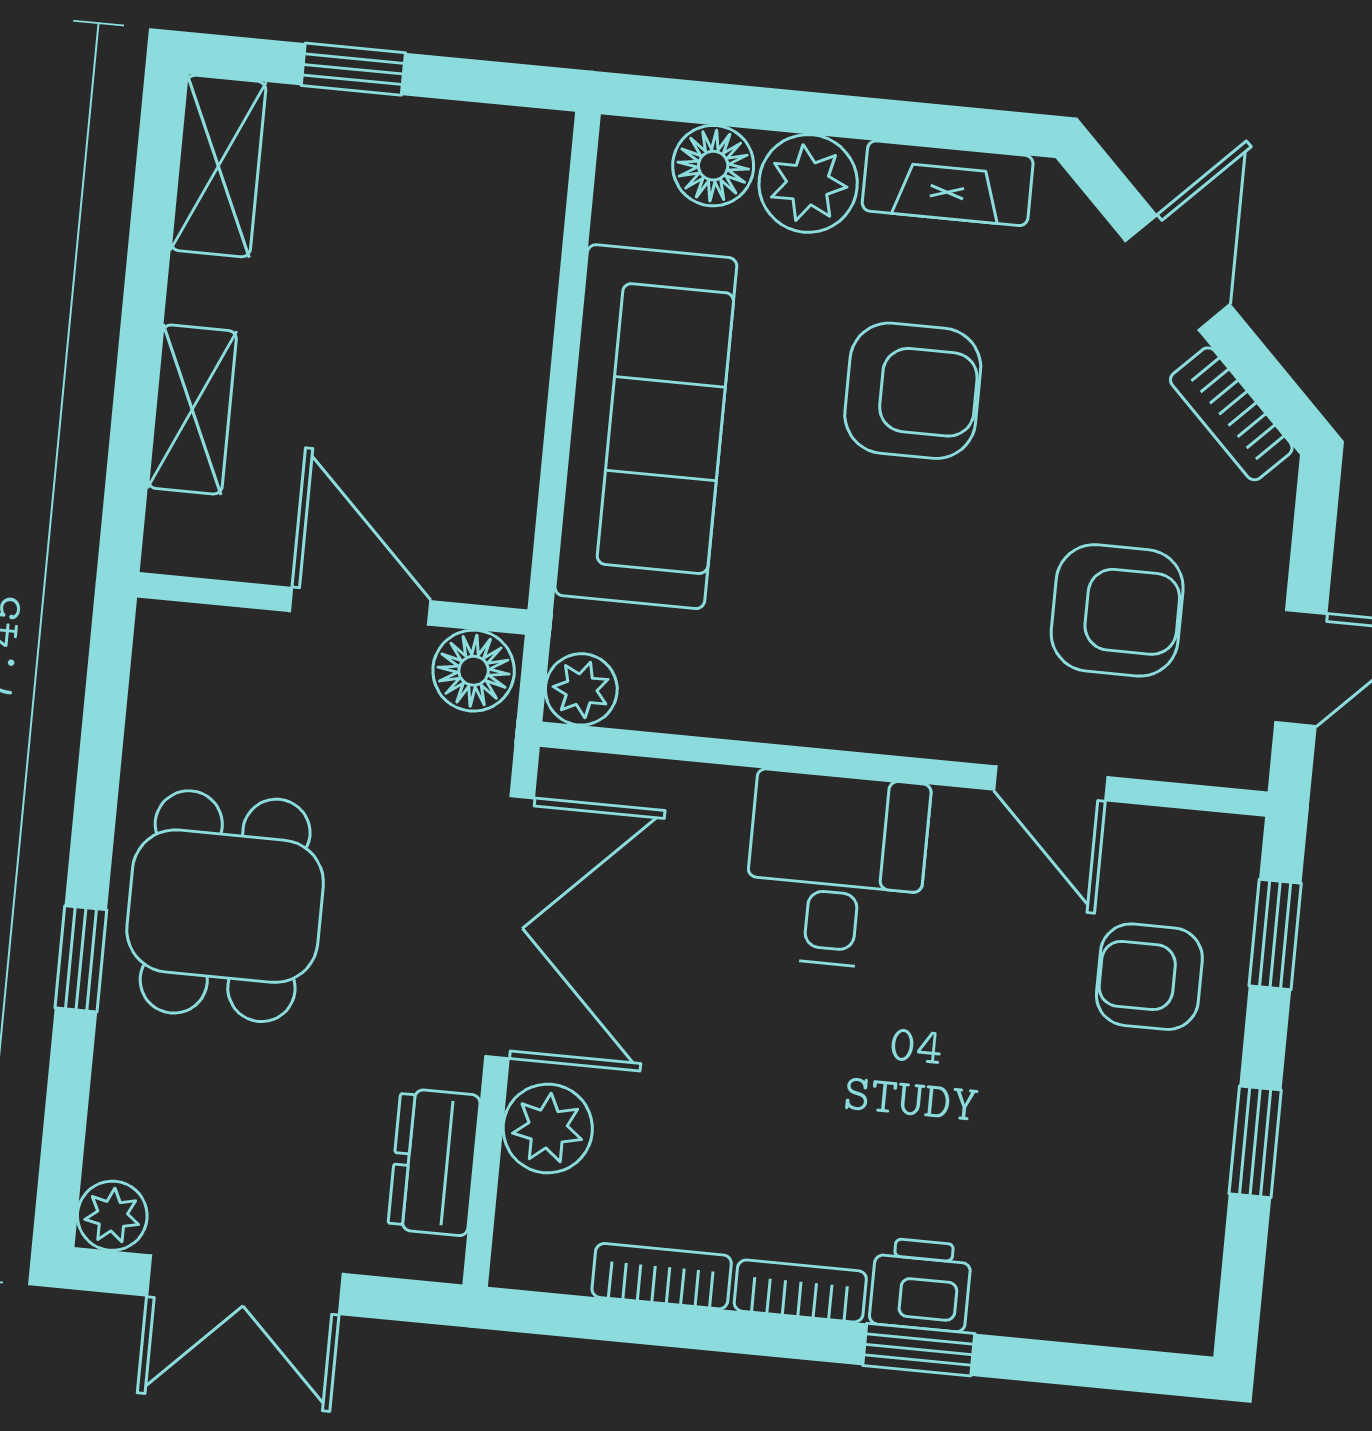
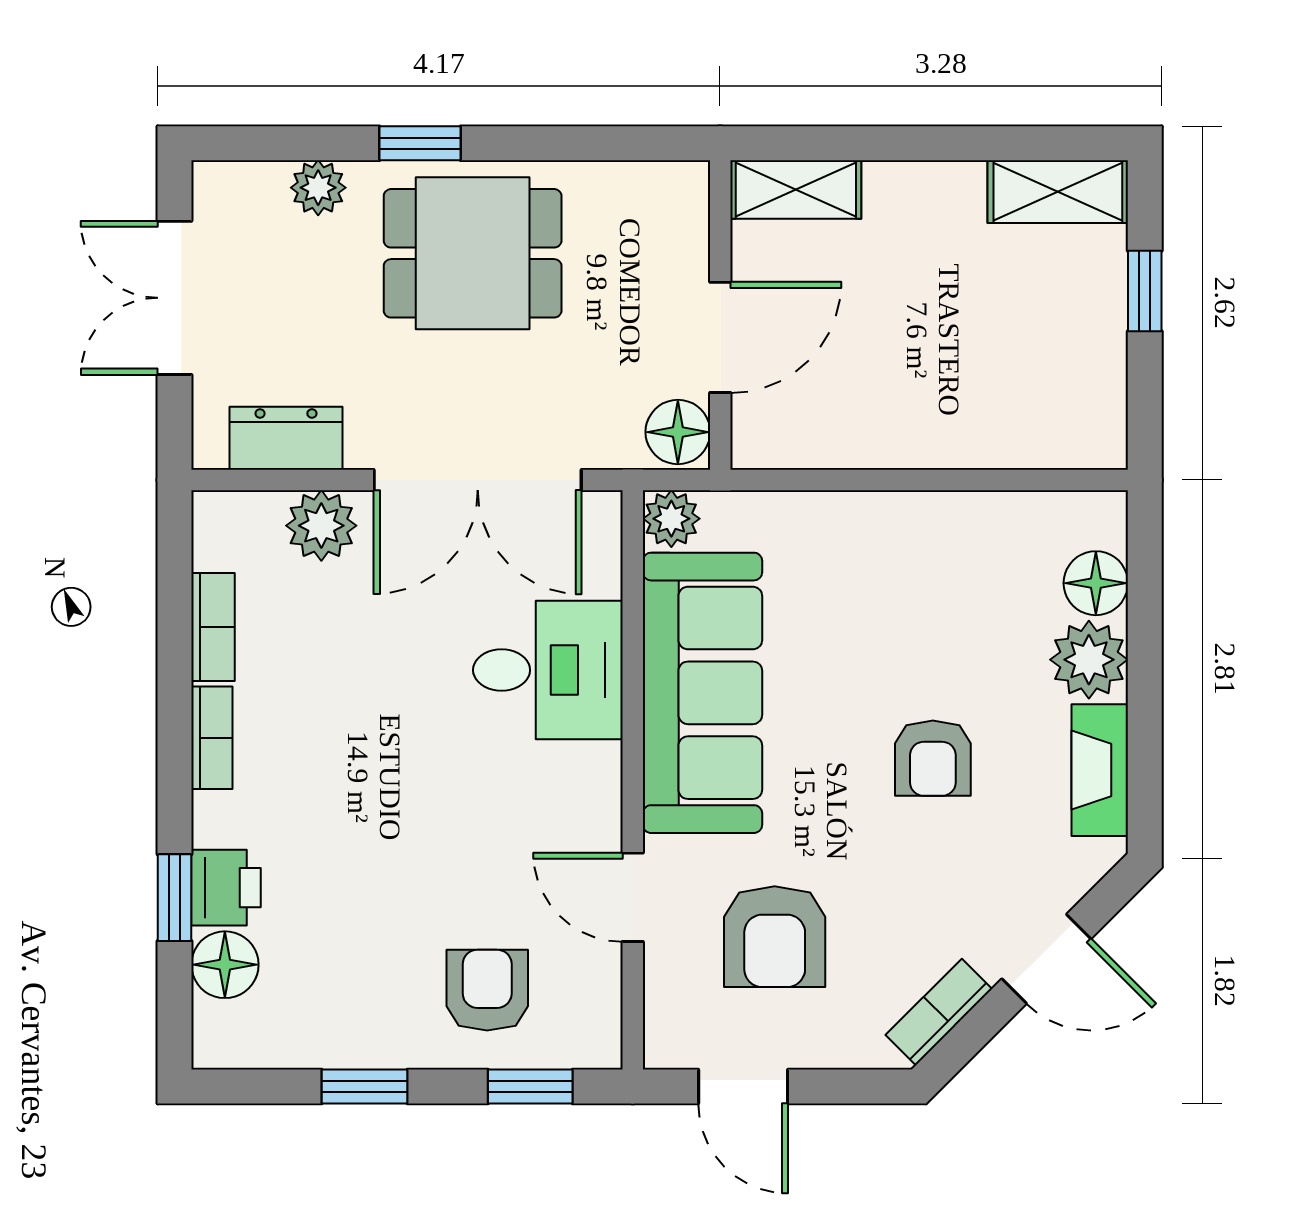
armchair: (913, 391) -> (933, 758), width x0.72, depth x0.72
shelving: (192, 410) -> (796, 189), moved
sofa: (646, 427) -> (702, 693), moved, turned -90
door: (1051, 783) -> (633, 897), hinge flipped
desk: (836, 870) -> (548, 670), moved
plant: (112, 1216) -> (318, 188), moved
printer: (921, 1285) -> (226, 888), moved
floor lamp: (1086, 1302) -> (225, 965), added
window: (919, 1350) -> (175, 898), moved

